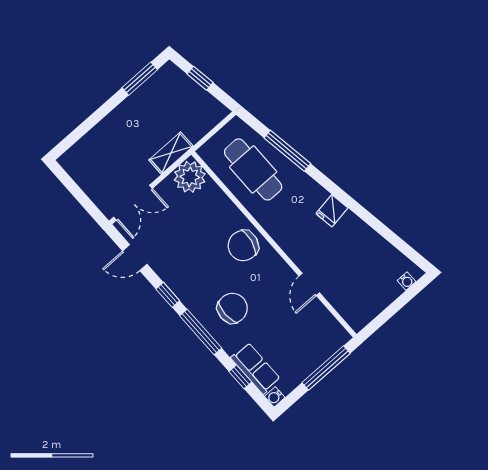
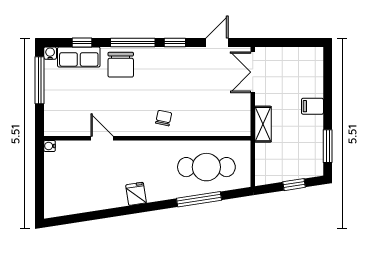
filing cabinet: (116, 123) -> (312, 106), added
plant: (190, 177) -> (237, 123), removed
chair: (243, 246) -> (164, 118), width x0.54, depth x0.54
water cooler: (407, 281) -> (50, 146), moved
chair: (232, 308) -> (121, 65), moved
window: (326, 368) -> (40, 80), moved

